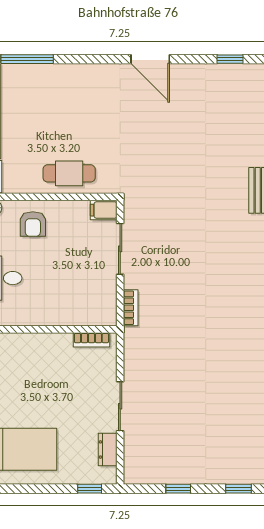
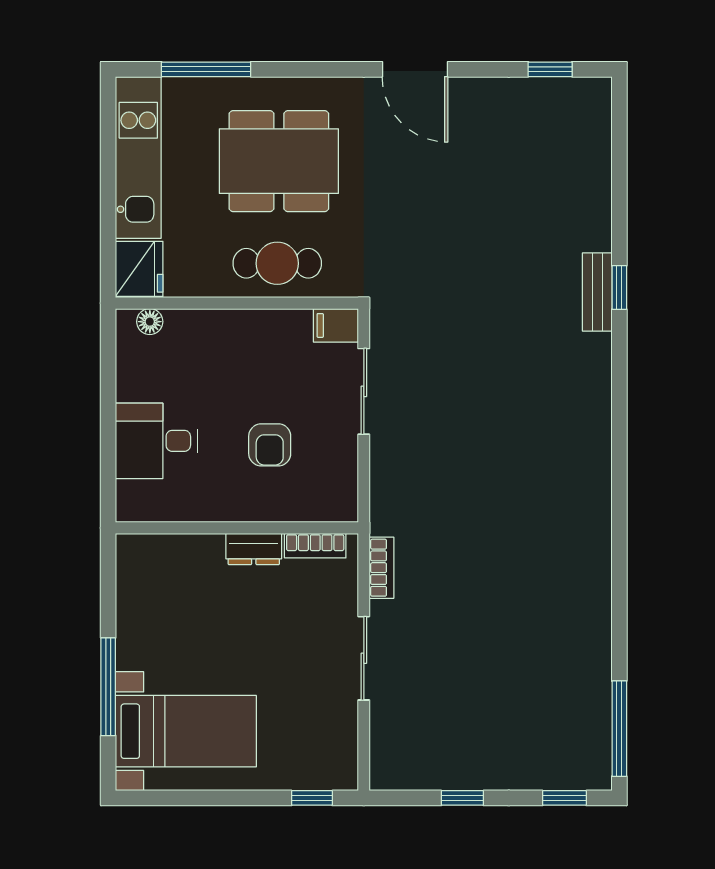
dining table: (70, 113) -> (279, 161), added
armchair: (33, 224) -> (270, 445), moved
bookcase: (131, 308) -> (382, 568), moved
dresser: (108, 449) -> (254, 549), moved, turned -90

